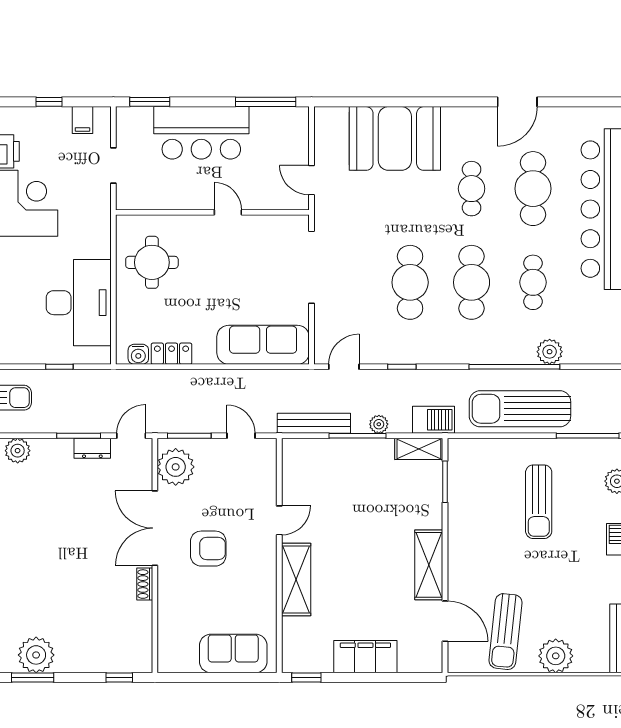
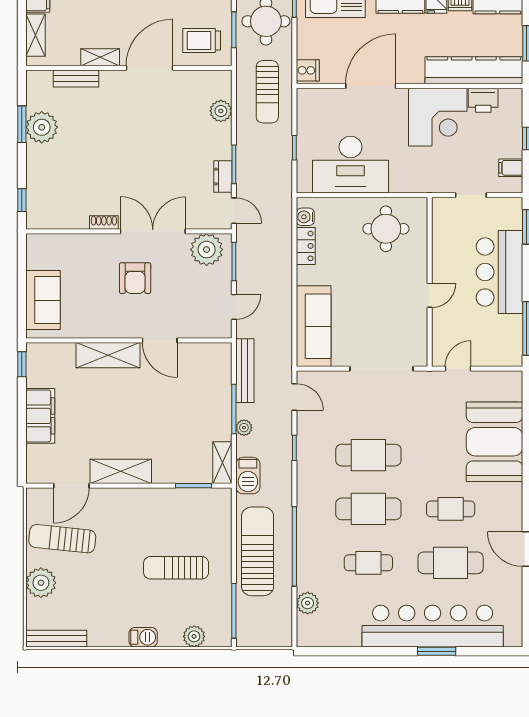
plant: (550, 352) -> (308, 603), moved
door: (279, 520) -> (160, 340), width x1.38

